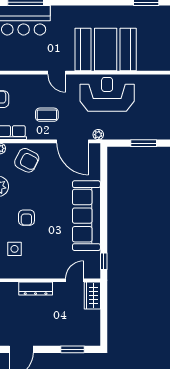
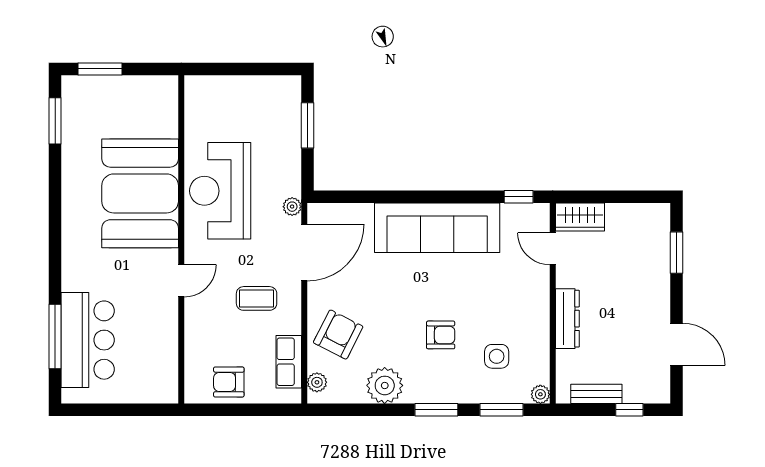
coffee table: (47, 115) -> (257, 298), turned 90

